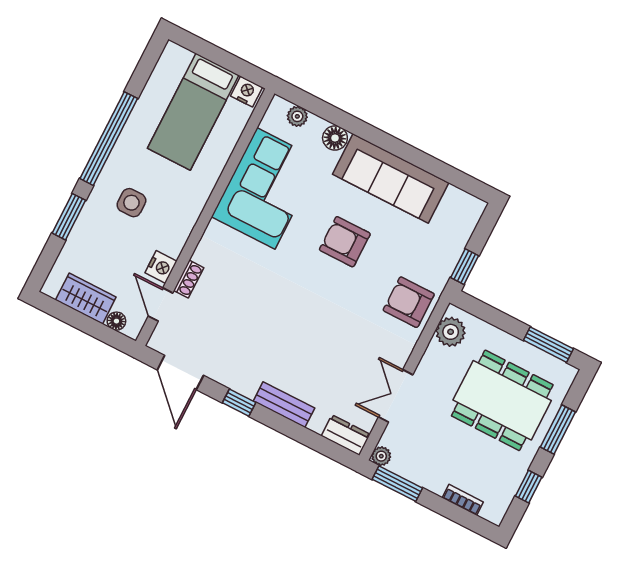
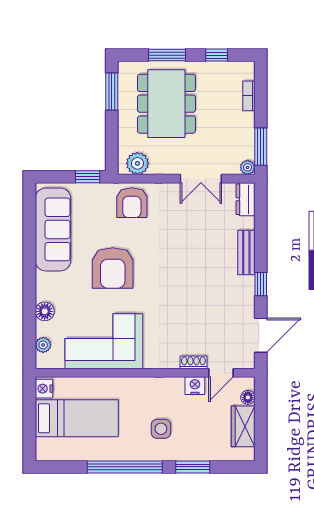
sofa: (391, 178) -> (53, 229), moved
armchair: (345, 242) -> (113, 268), width x1.36, depth x1.36

